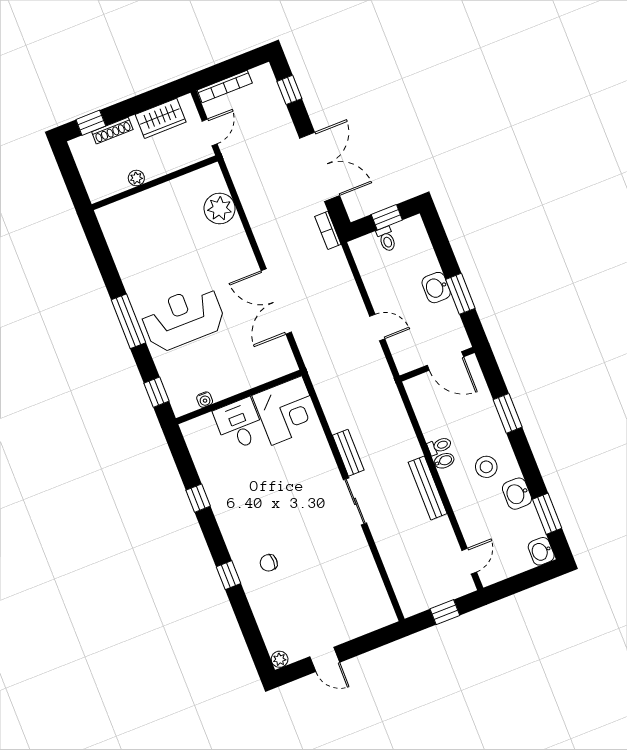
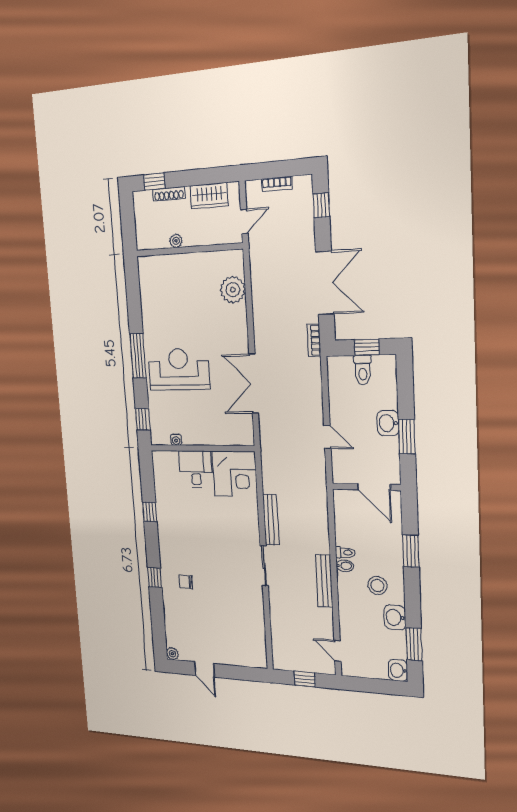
bookcase: (225, 87) -> (277, 184), width x0.64
toilet: (386, 239) -> (363, 370), width x1.37, depth x1.39
bench: (348, 453) -> (271, 520), width x1.36
door: (469, 561) -> (337, 651), swing flipped

